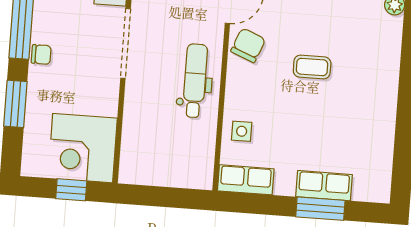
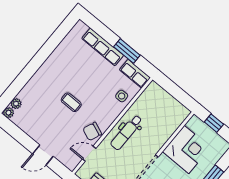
corner desk: (83, 148) -> (186, 149), moved
row of seats: (324, 186) -> (103, 47), width x1.48
window: (320, 209) -> (127, 51), moved

